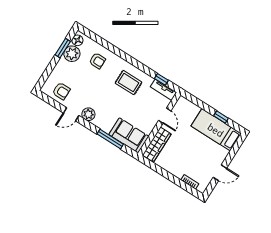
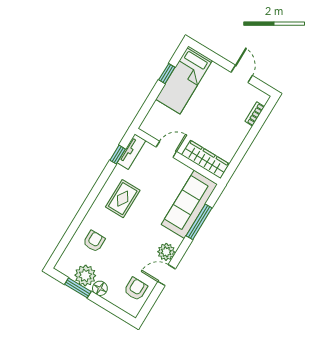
floor lamp: (77, 40) -> (100, 288), moved
door: (71, 114) -> (167, 275), swing flipped
sofa: (129, 135) -> (189, 204), width x1.36

